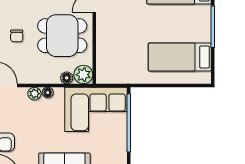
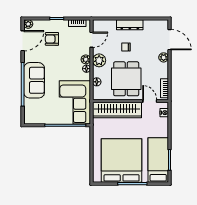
wardrobe: (107, 49) -> (117, 110), added
bed: (180, 57) -> (122, 161), width x2.04
plant: (83, 75) -> (99, 60), moved

